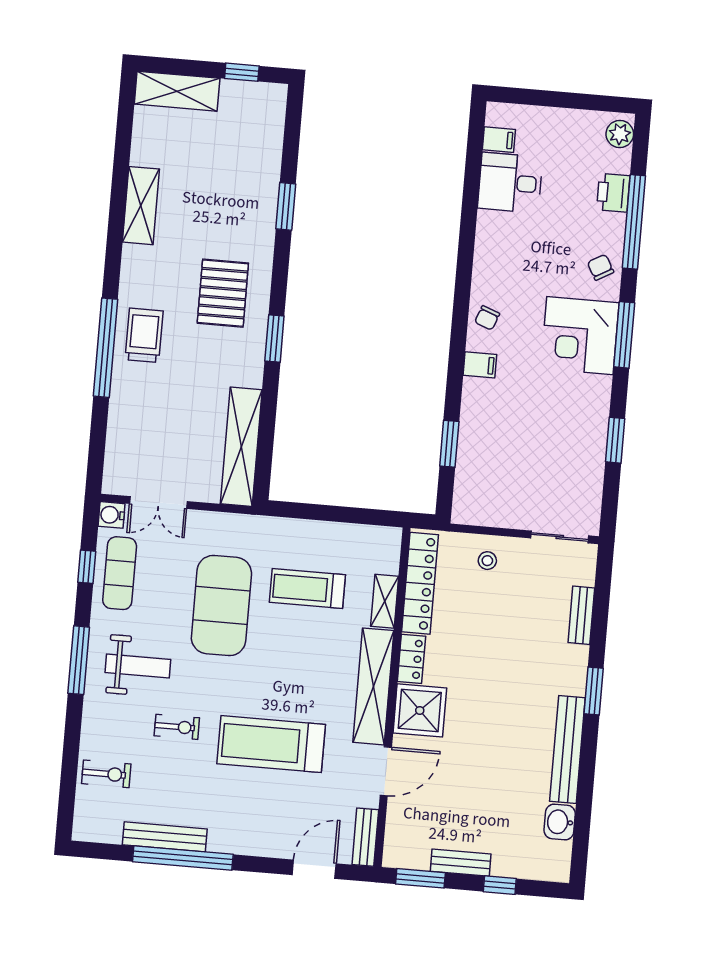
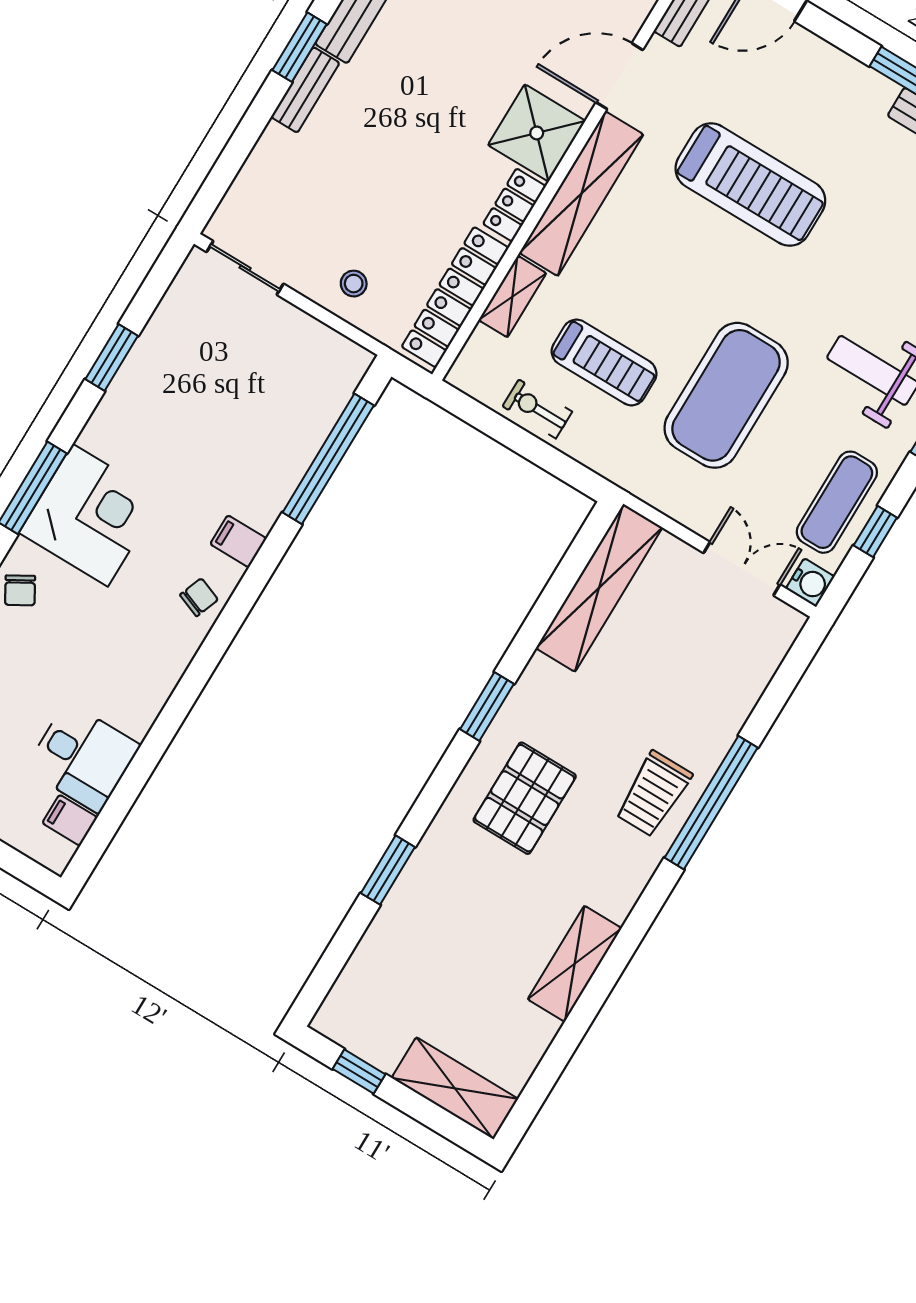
window: (449, 444) -> (328, 459), width x2.11
bench: (581, 615) -> (305, 90), moved
exercise bike: (177, 727) -> (537, 409), moved

